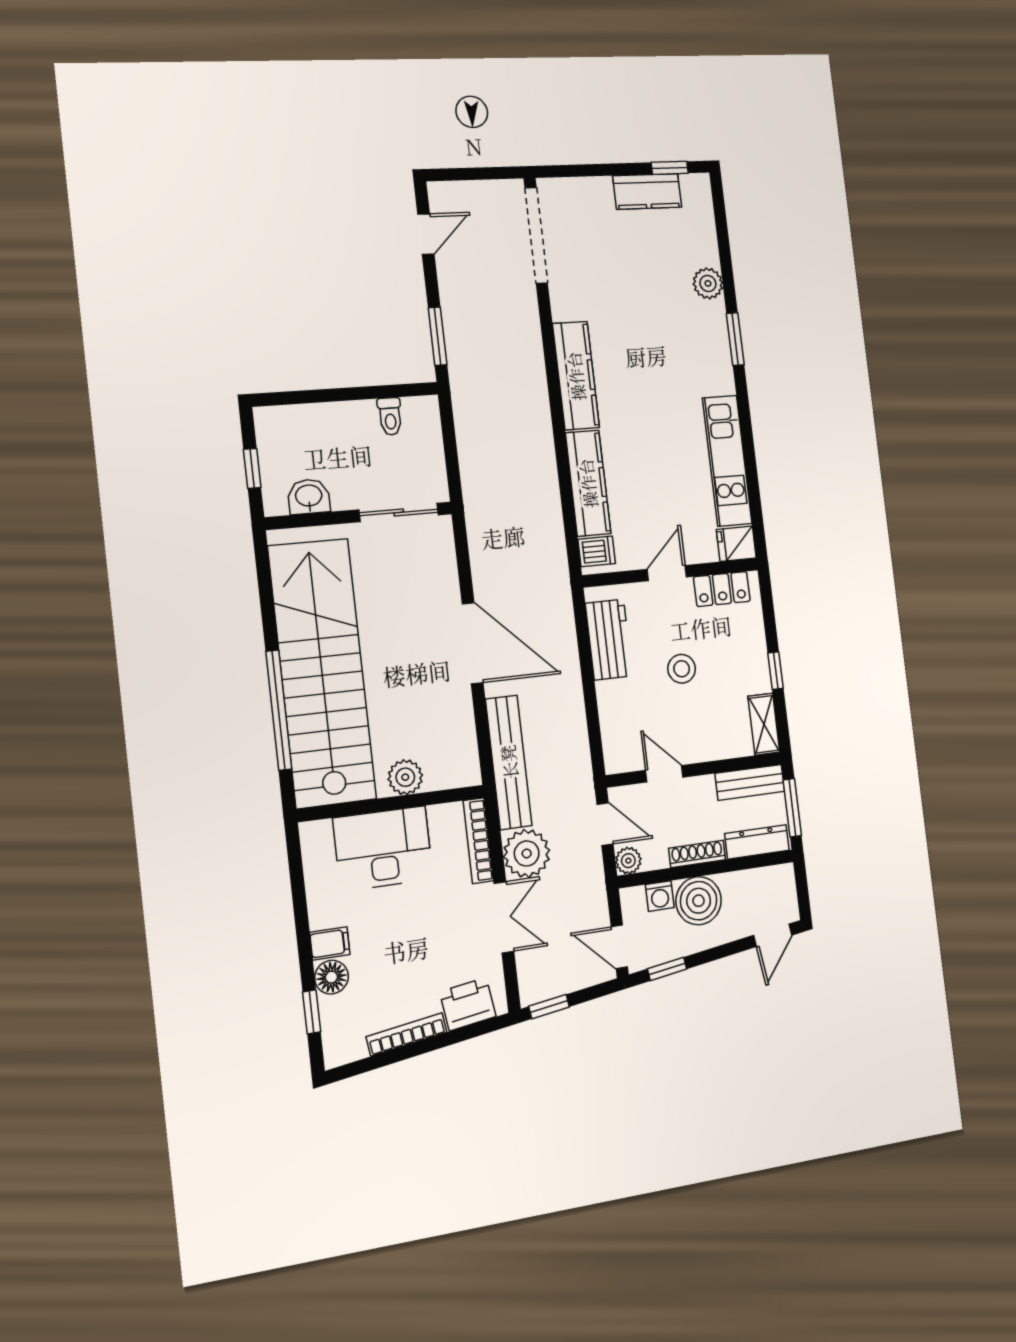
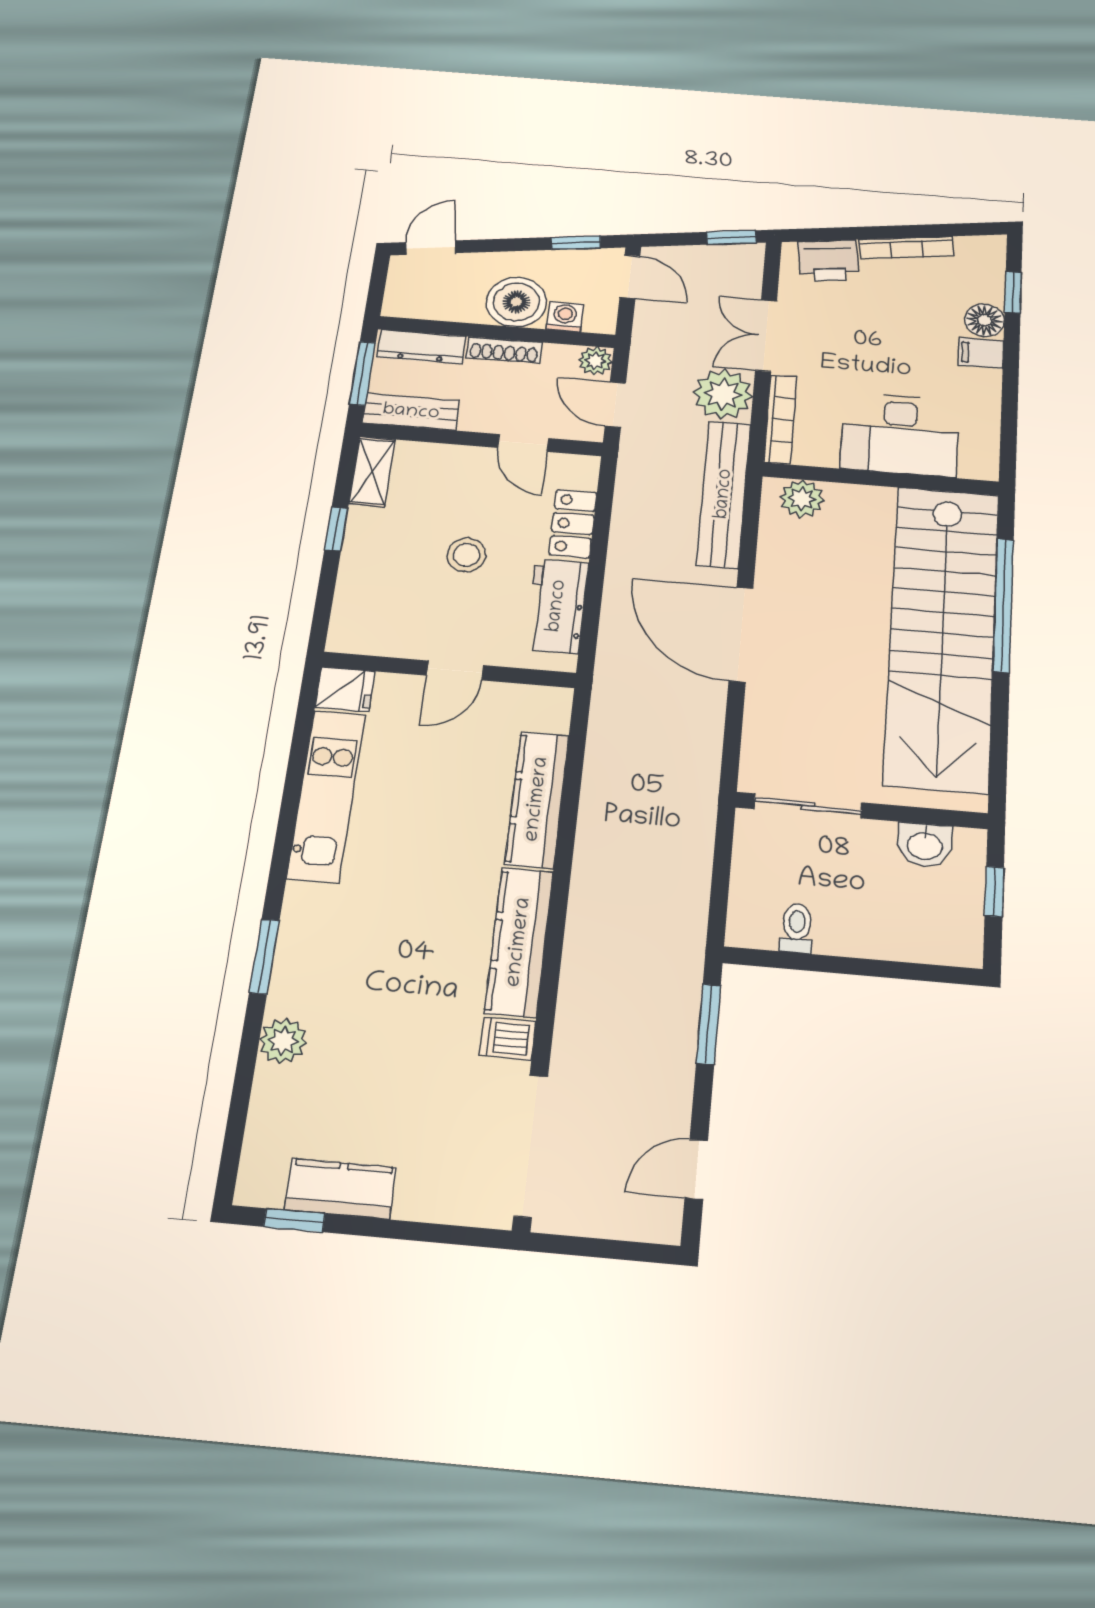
dishwasher: (597, 551) -> (508, 1038), moved
locker: (722, 589) -> (573, 524), moved, turned -90
plant: (405, 777) -> (802, 499), moved

